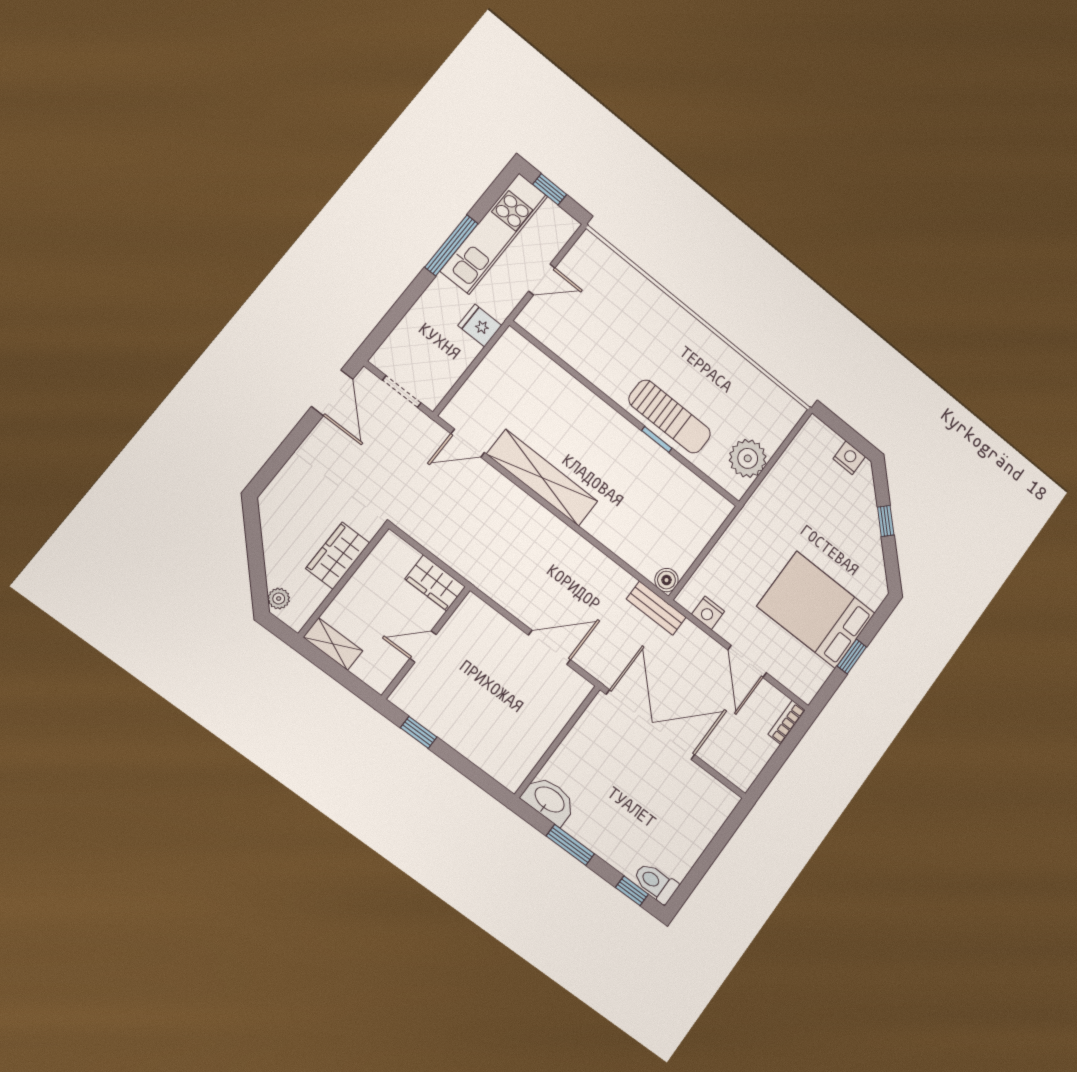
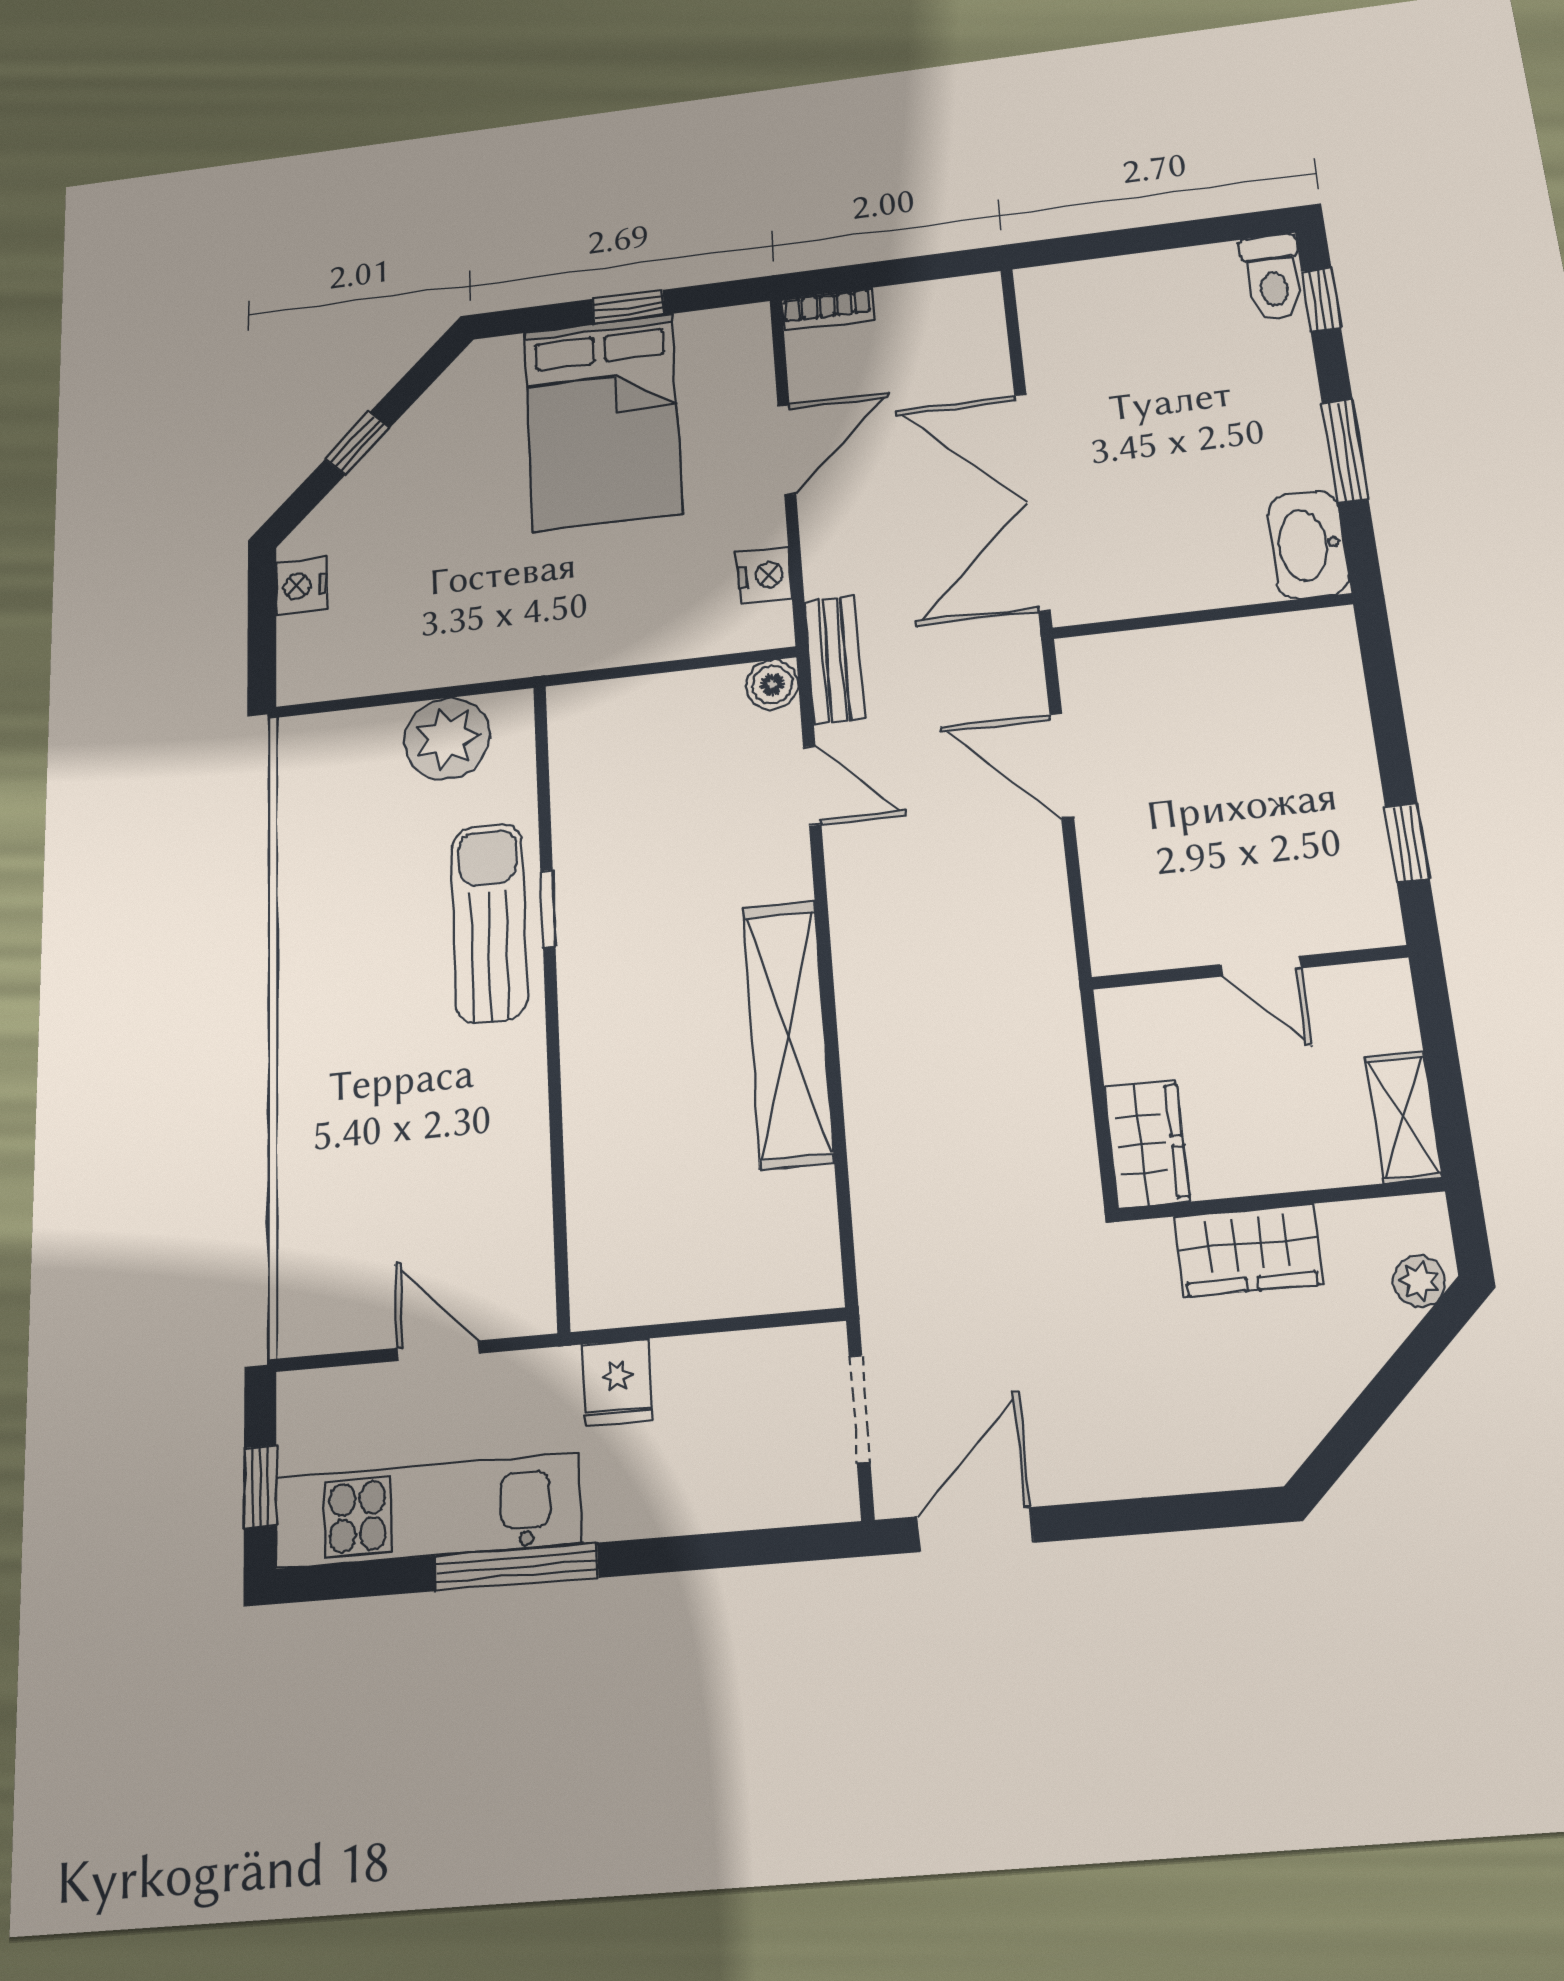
door: (468, 443) -> (812, 786), moved
wardrobe: (435, 583) -> (1147, 1144), moved

